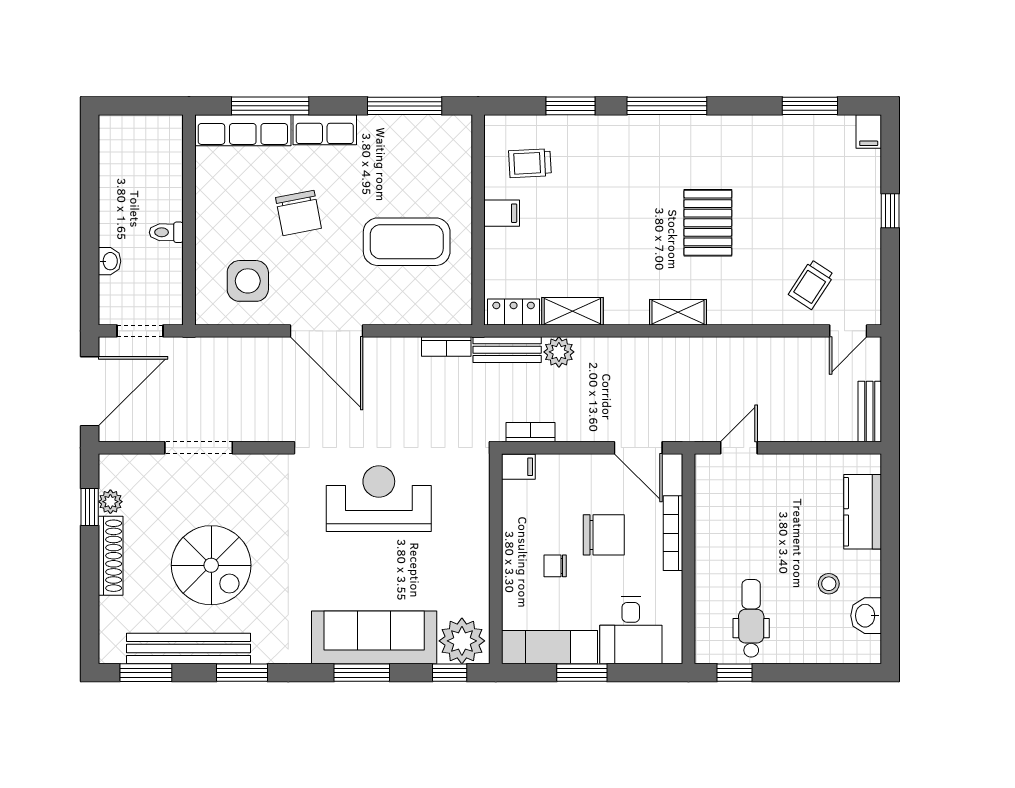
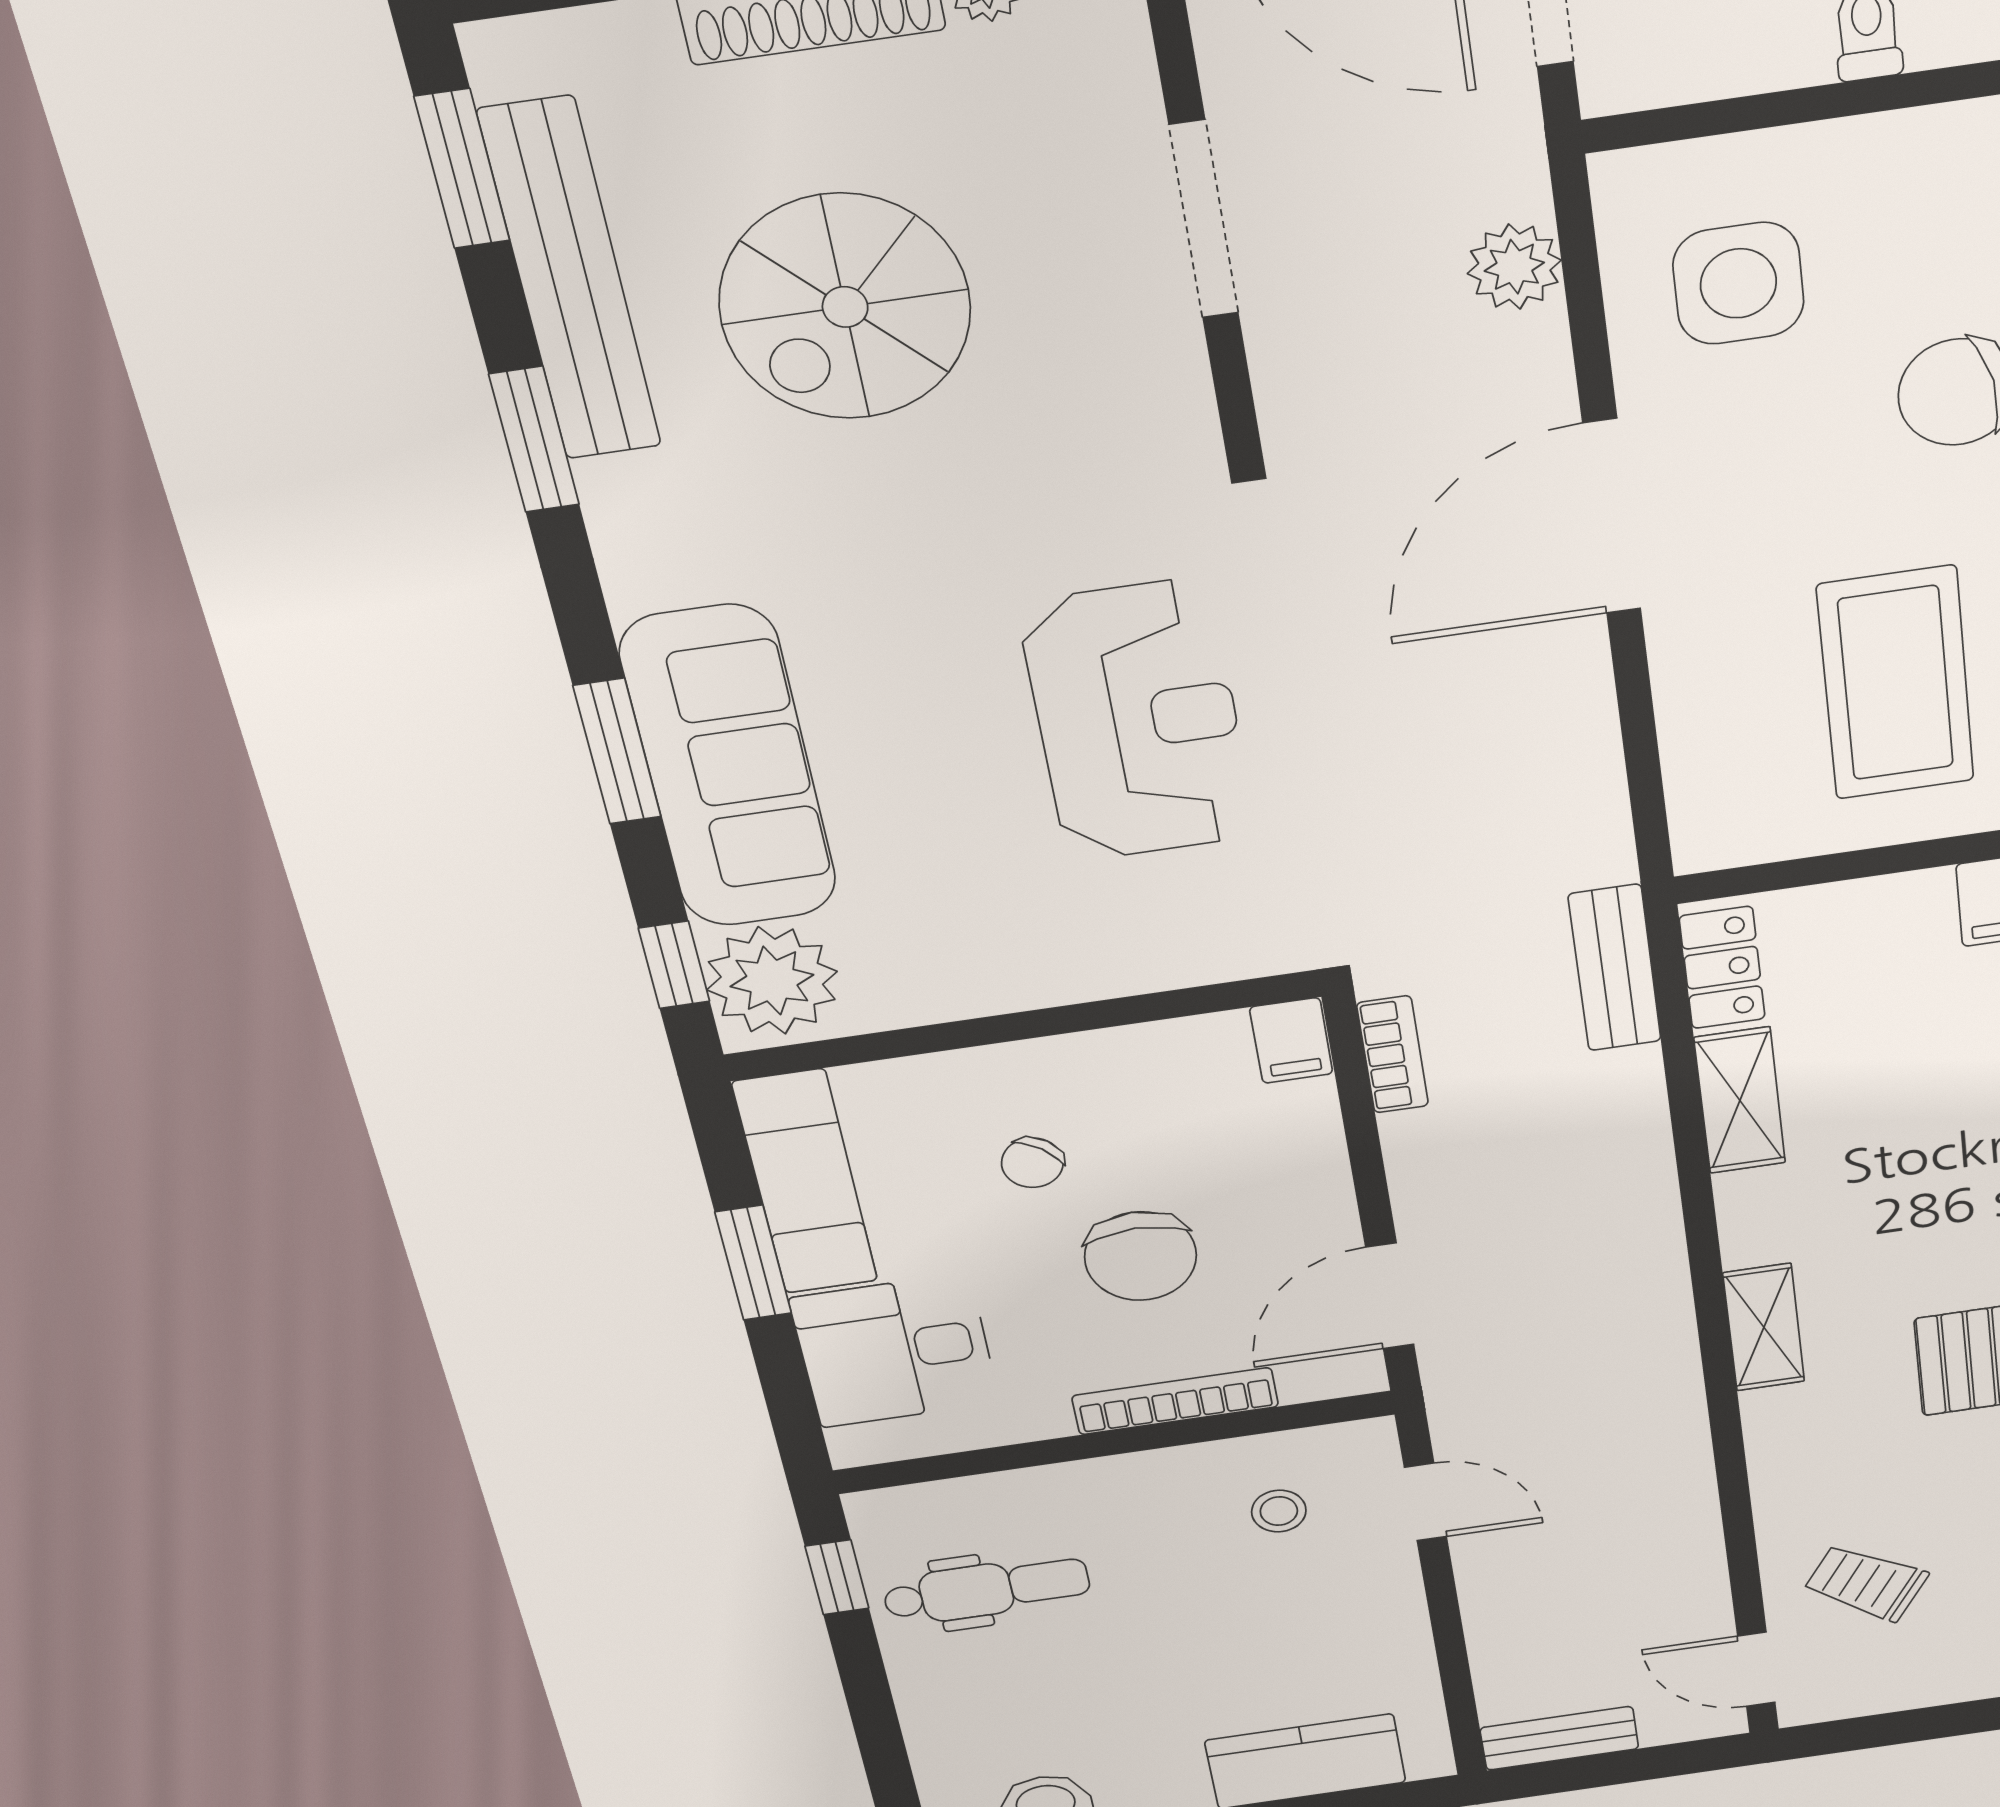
bookcase: (446, 347) -> (1605, 823), removed
plant: (559, 352) -> (1514, 267), moved
chair: (555, 566) -> (1032, 1163), turned -141
stool: (829, 584) -> (1279, 1511), moved

